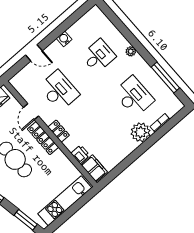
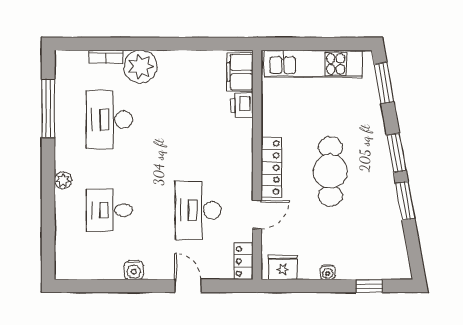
locker: (59, 131) -> (243, 261), moved

